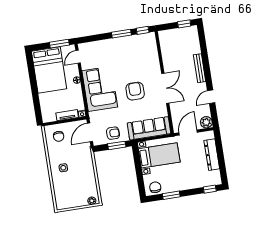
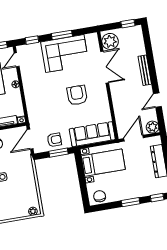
window: (143, 30) -> (32, 40), moved
plant: (167, 40) -> (110, 41), added
double door: (165, 88) -> (105, 67), moved
corner sofa: (100, 89) -> (65, 54), moved, turned 90
window: (171, 195) -> (131, 202), moved

